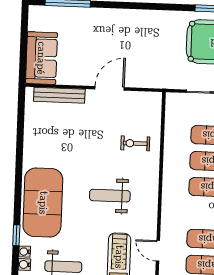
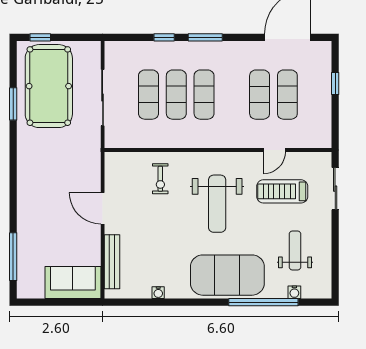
weight bench: (110, 196) -> (217, 204), width x1.36, depth x1.33
window: (16, 235) -> (263, 302), width x3.17
water cooler: (25, 252) -> (158, 293), moved

